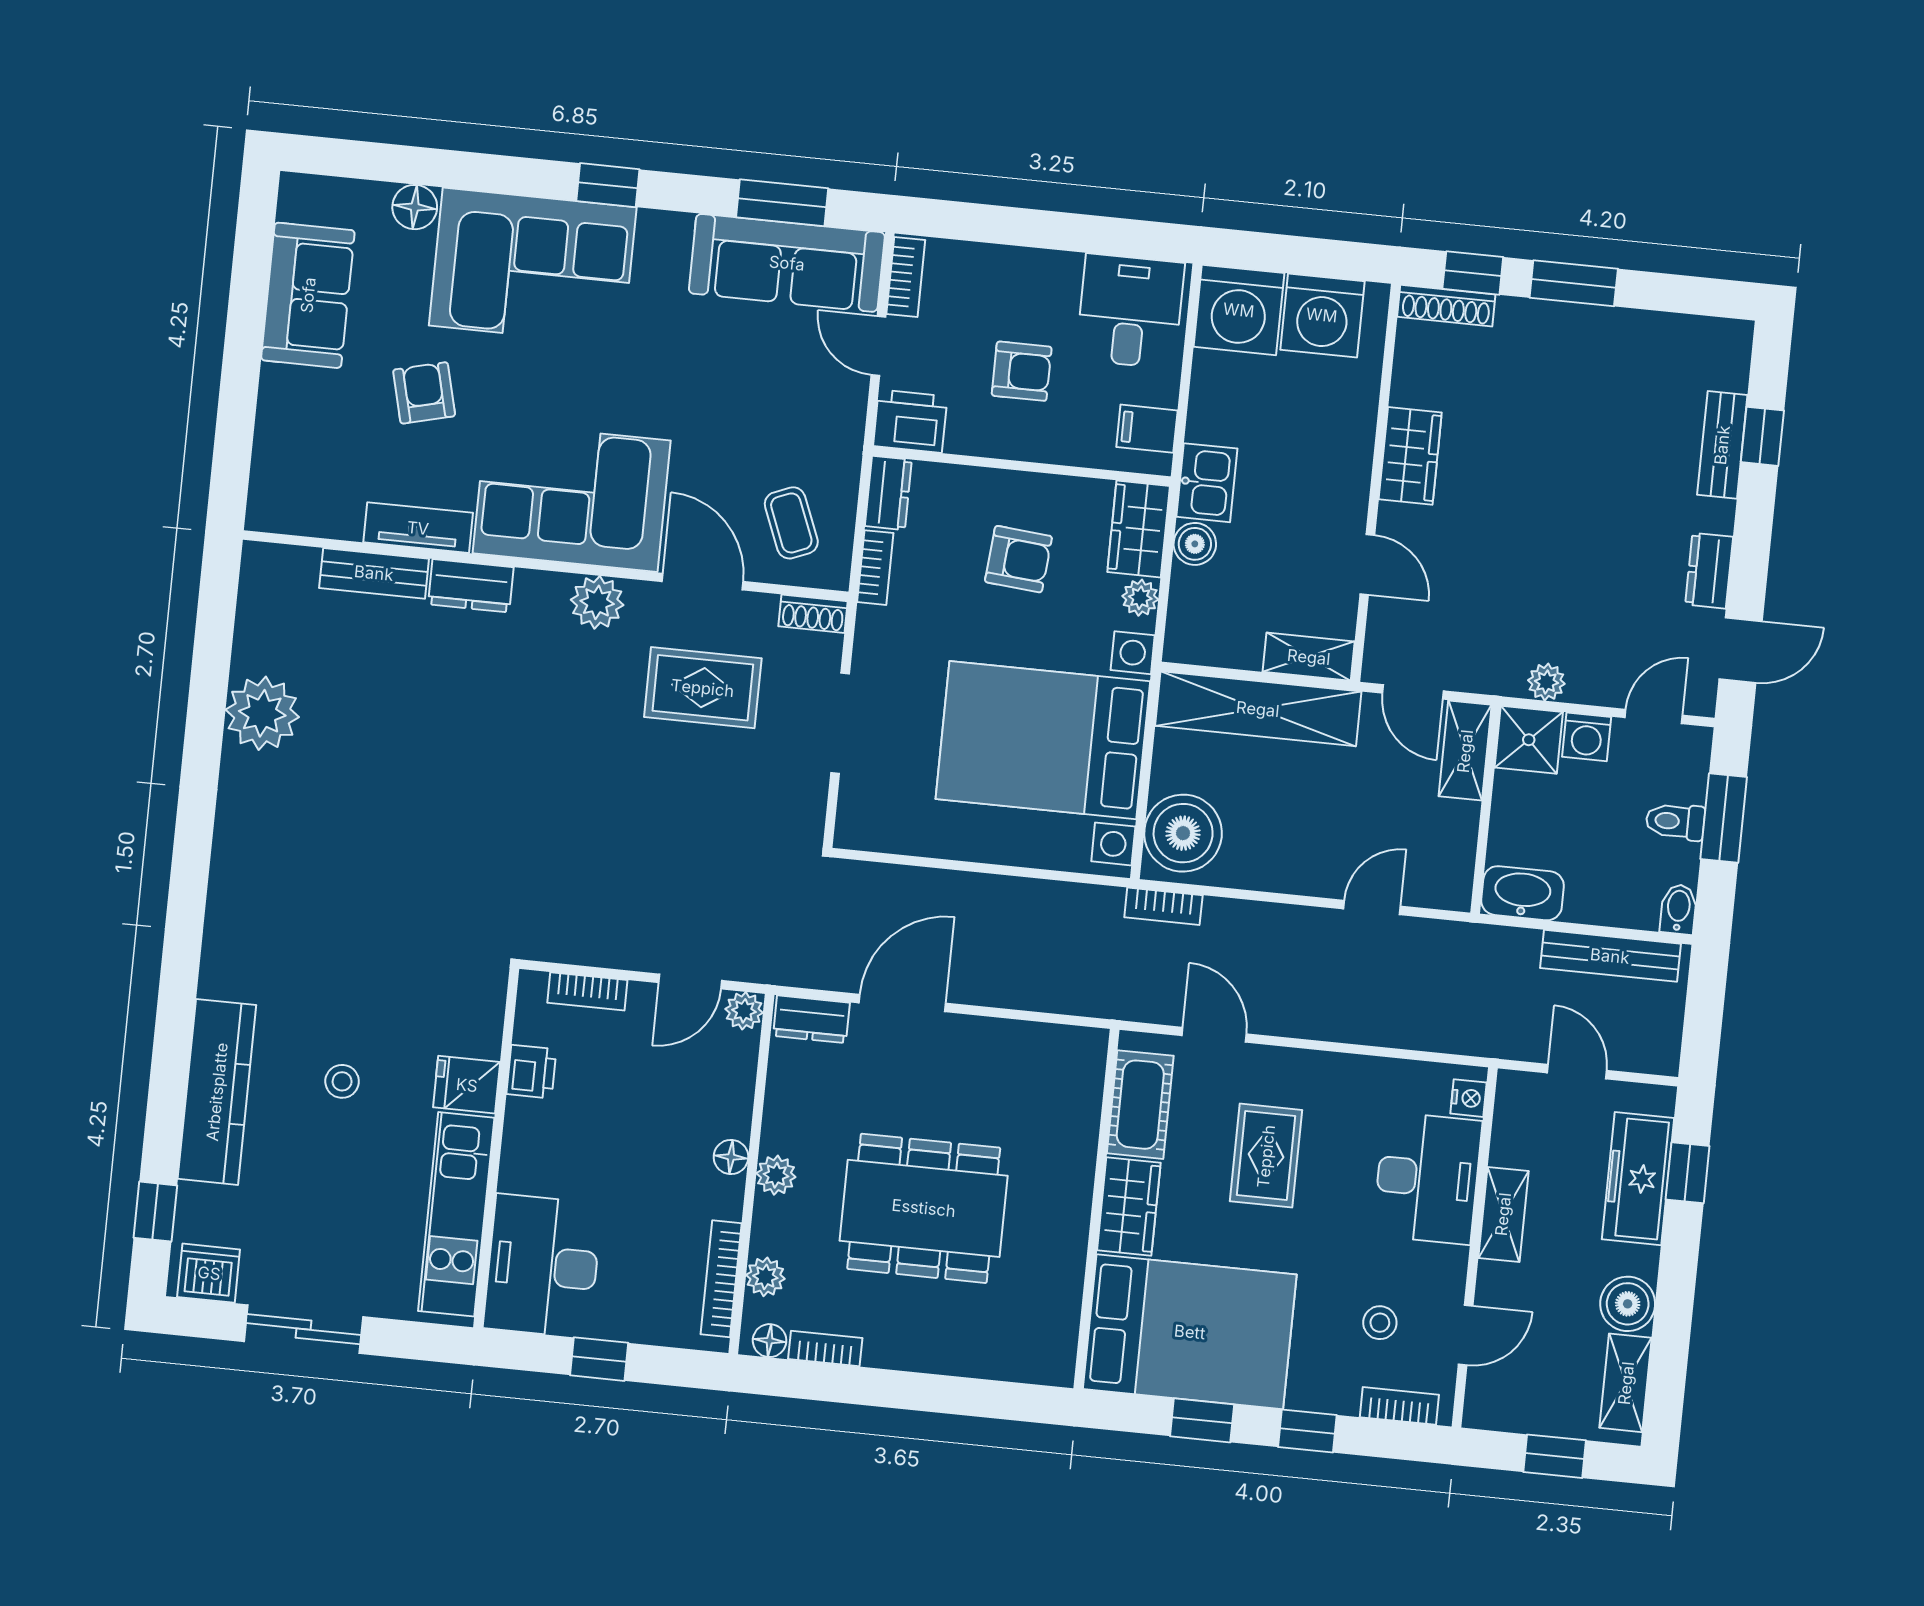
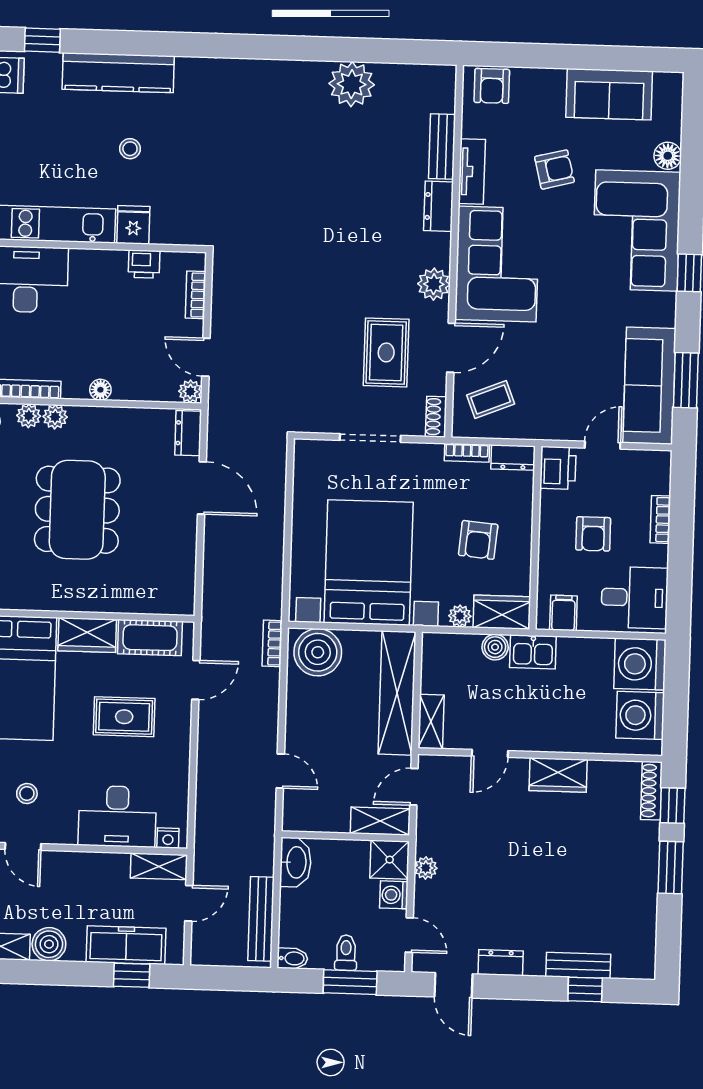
bookcase: (906, 277) -> (660, 519), moved, turned 90
armchair: (281, 485) -> (492, 86), added
plant: (776, 1175) -> (55, 417), moved
shelving: (1503, 1214) -> (159, 866), moved

